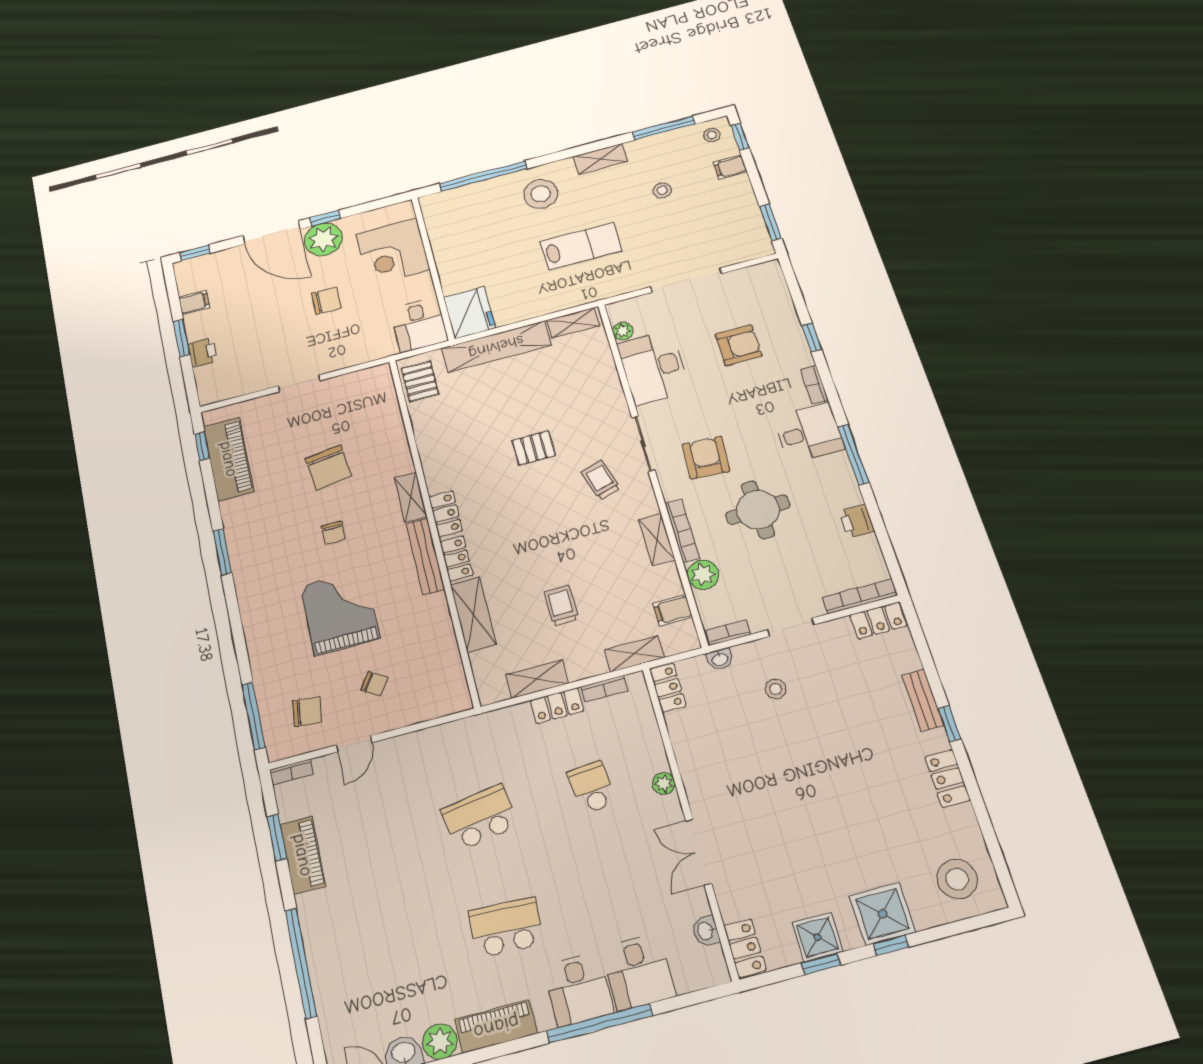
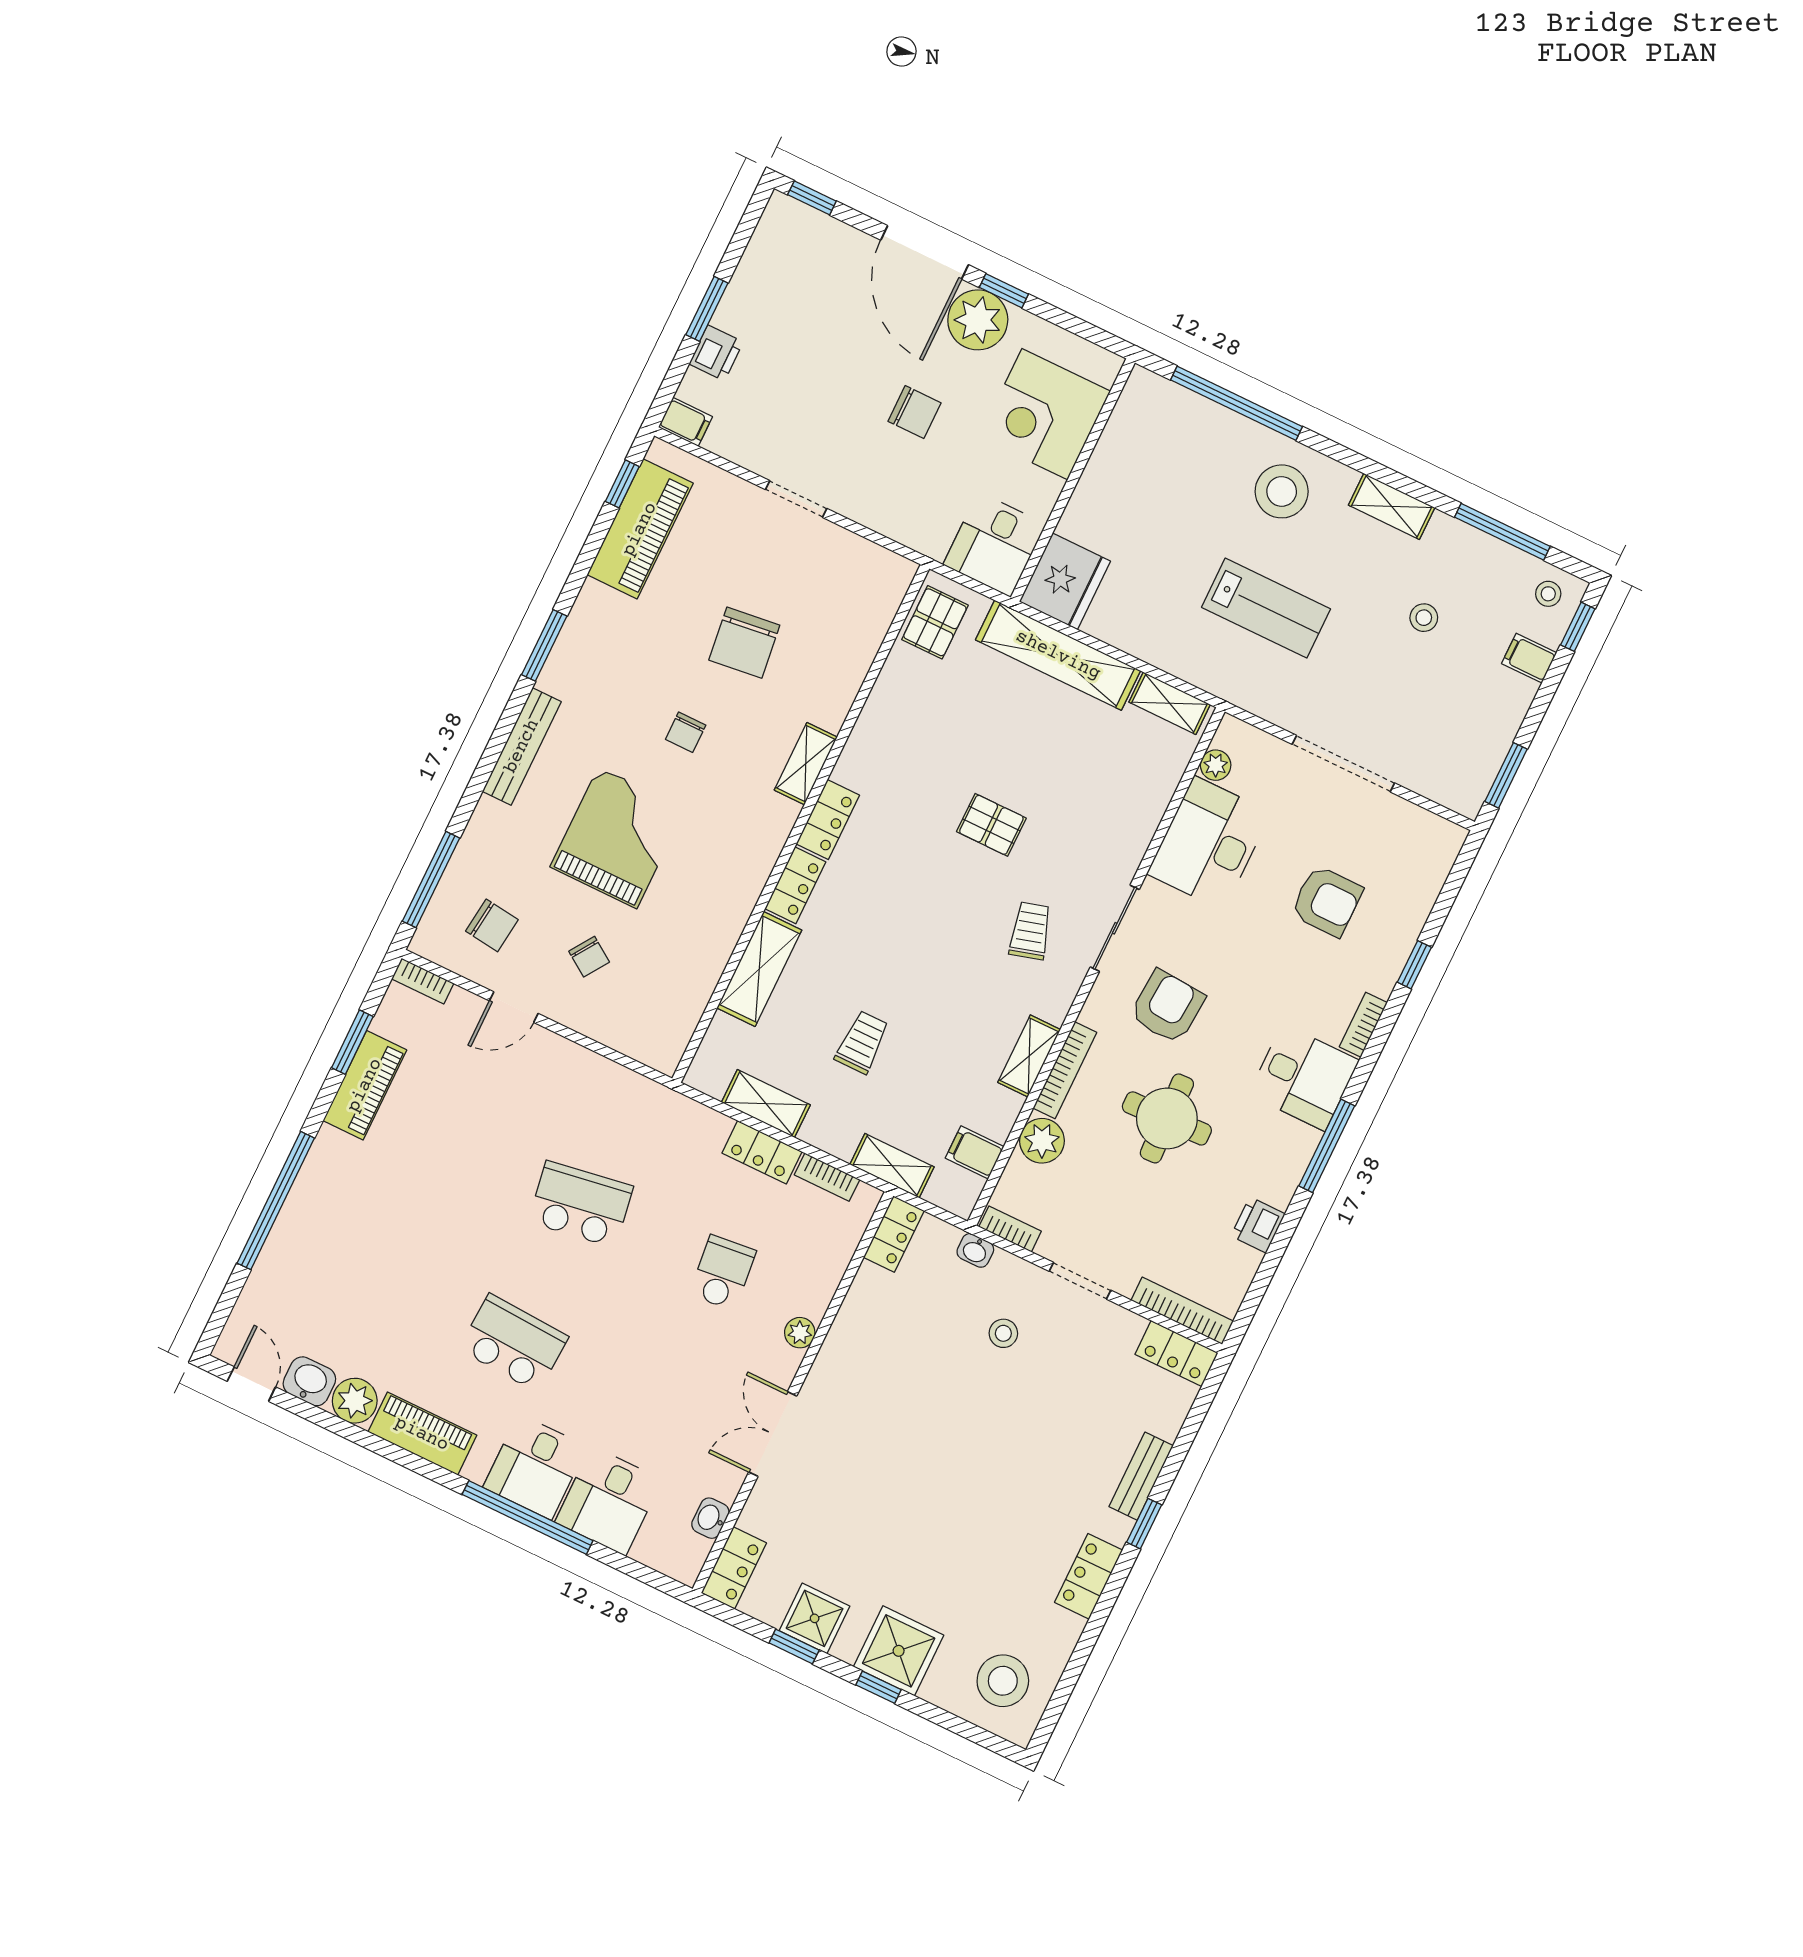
filing cabinet: (194, 302) -> (685, 422), moved
bench: (425, 556) -> (522, 746), moved

